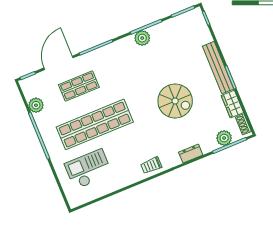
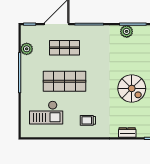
shop shelf: (95, 124) -> (65, 81), width x0.71
trolley: (151, 165) -> (88, 120), moved
checkout: (88, 169) -> (46, 113), turned 180

